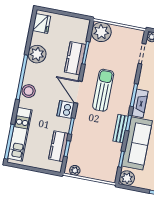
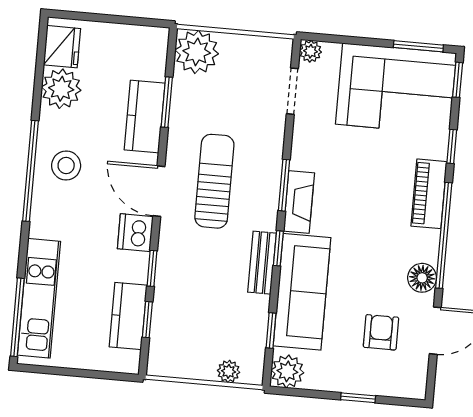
plant: (37, 54) -> (61, 89), moved
stool: (29, 91) -> (66, 165), moved
plant: (75, 170) -> (229, 371), moved

